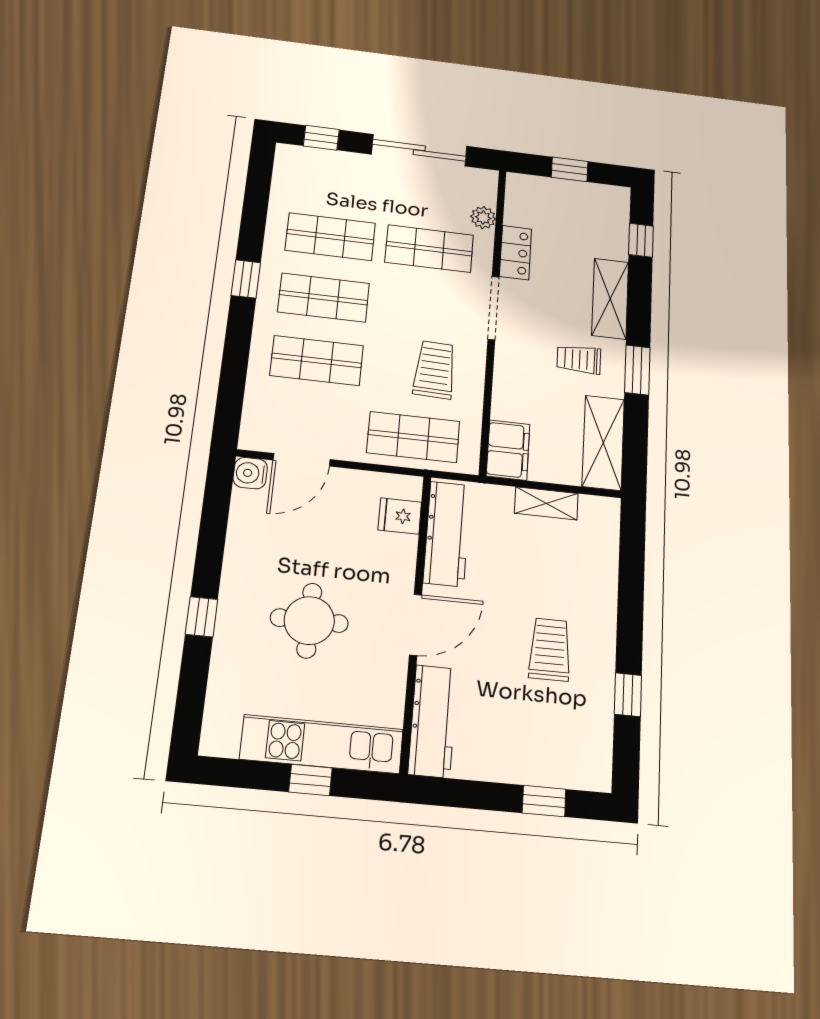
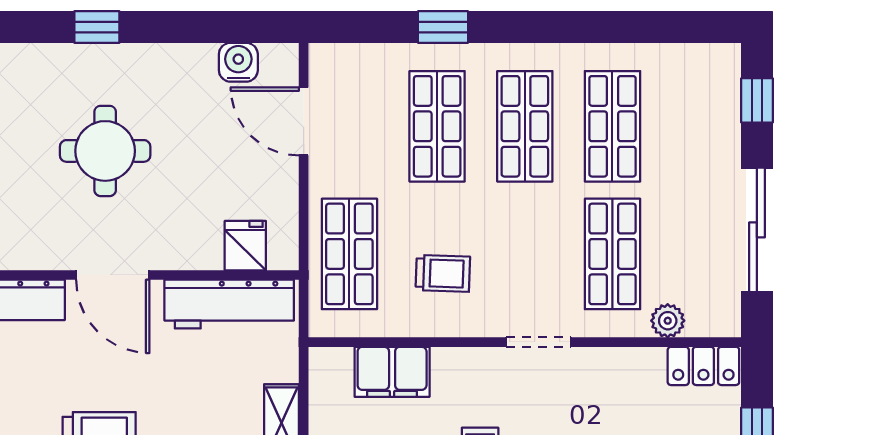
locker: (515, 253) -> (703, 366), moved
window: (246, 279) -> (443, 27), moved
doorway: (494, 308) -> (539, 342), width x0.73
trolley: (435, 370) -> (443, 273), width x0.73, depth x0.72
filing cabinet: (508, 450) -> (392, 372), moved
water cooler: (250, 473) -> (238, 62), moved

